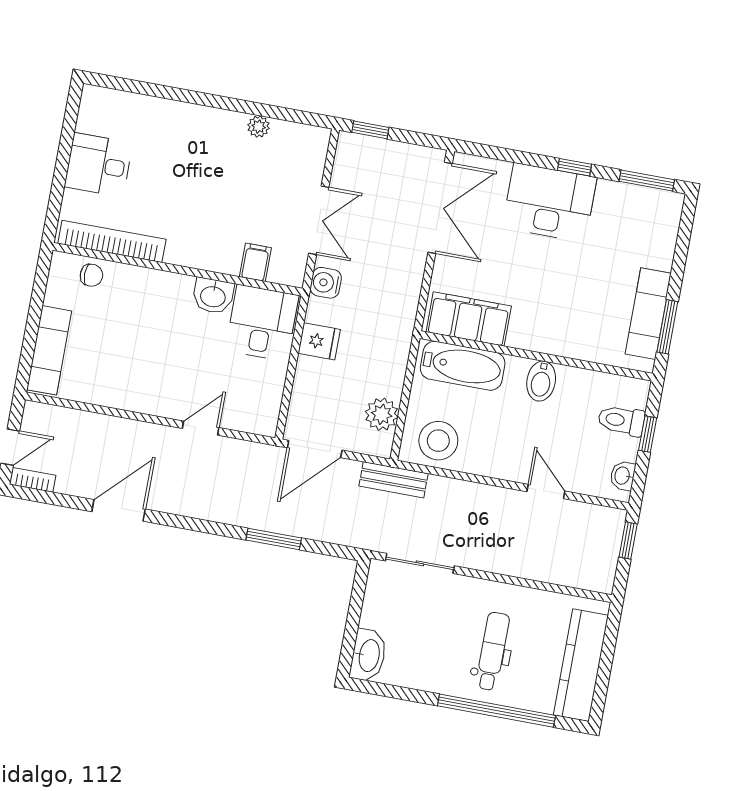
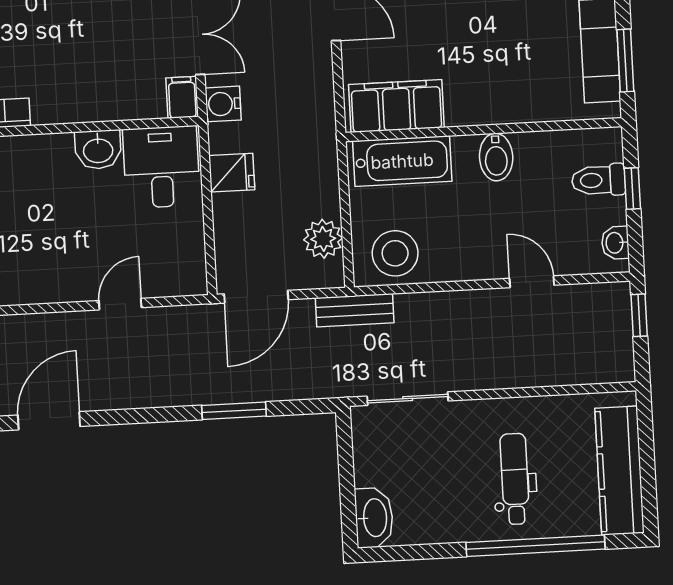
filing cabinet: (255, 262) -> (182, 97), moved

